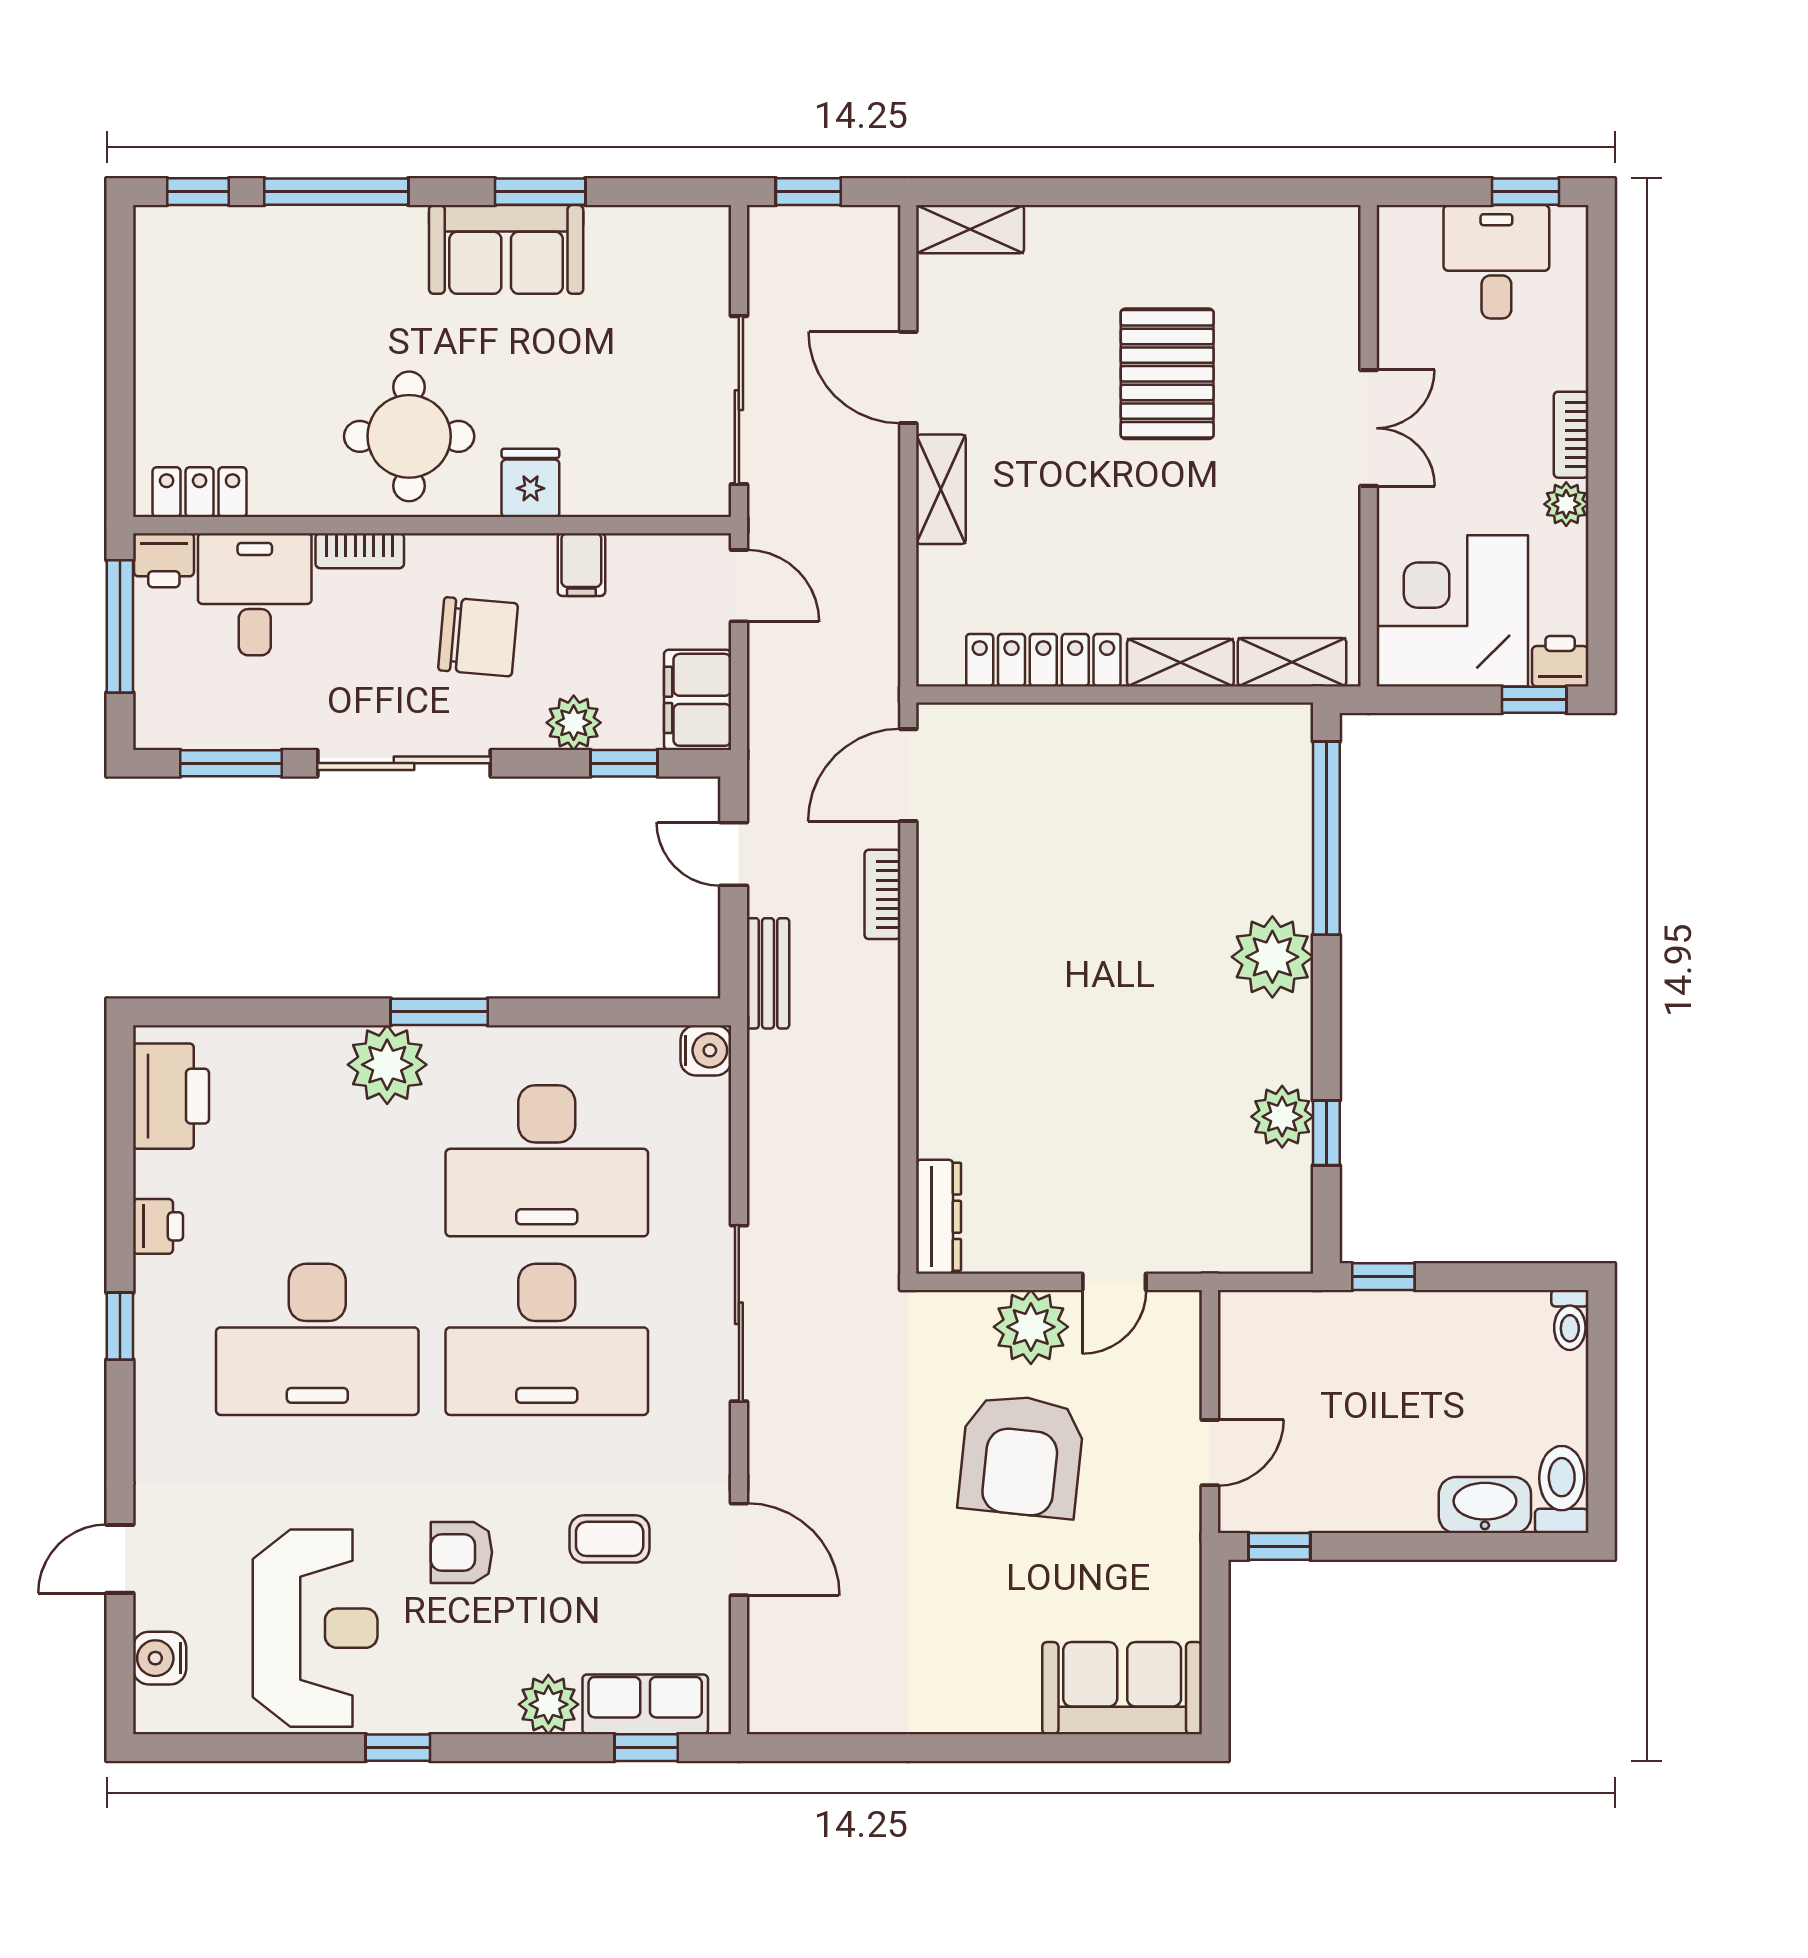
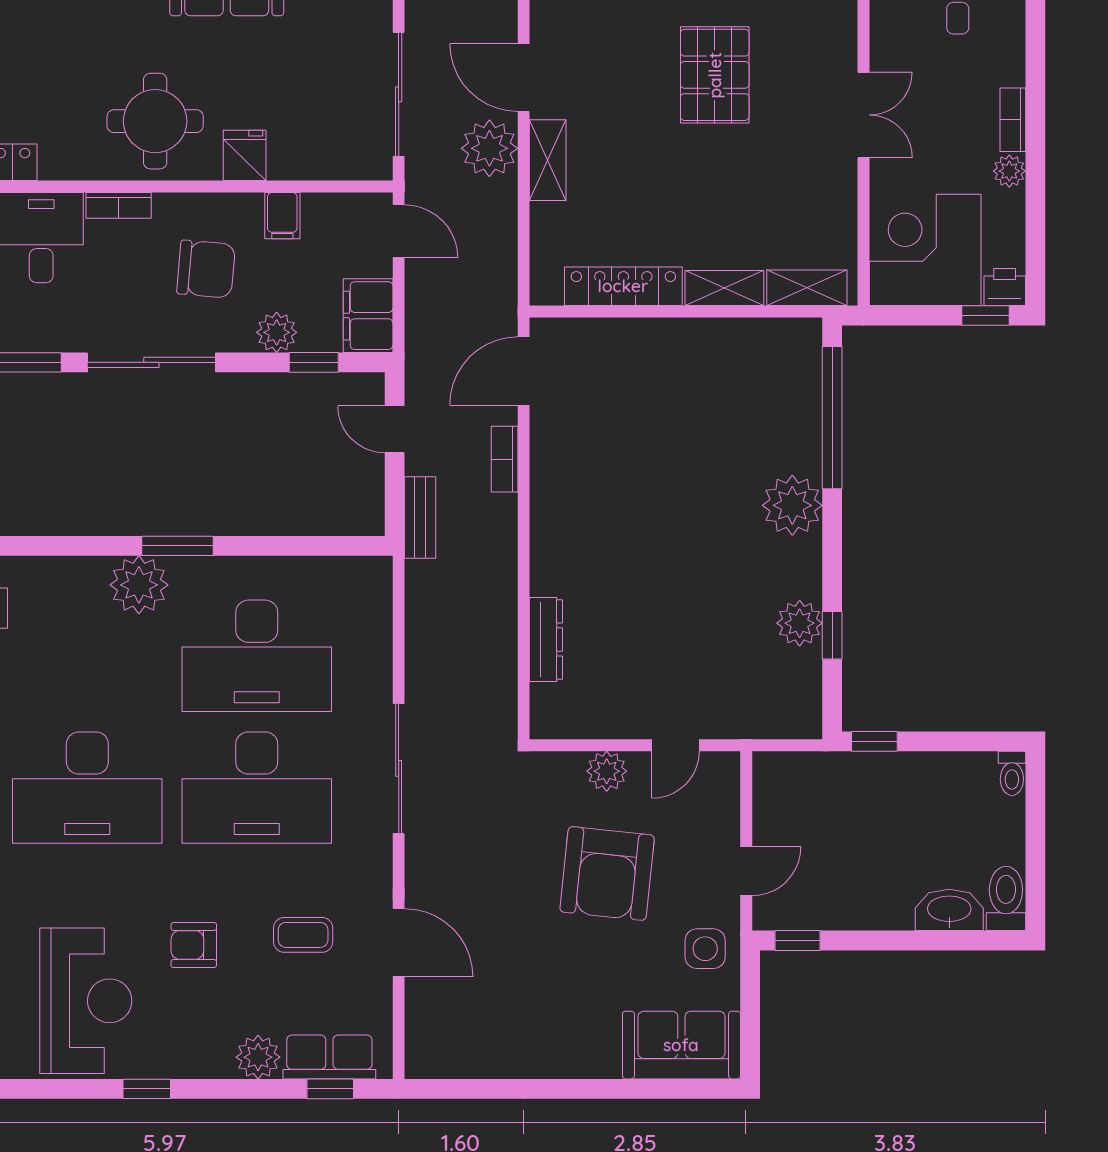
plant: (862, 473) -> (489, 148), added
water cooler: (706, 1050) -> (374, 574), removed
dresser: (939, 1217) -> (546, 640), moved
plant: (1031, 1327) -> (607, 771), width x0.73, depth x0.73
side table: (1154, 1558) -> (705, 949), added

